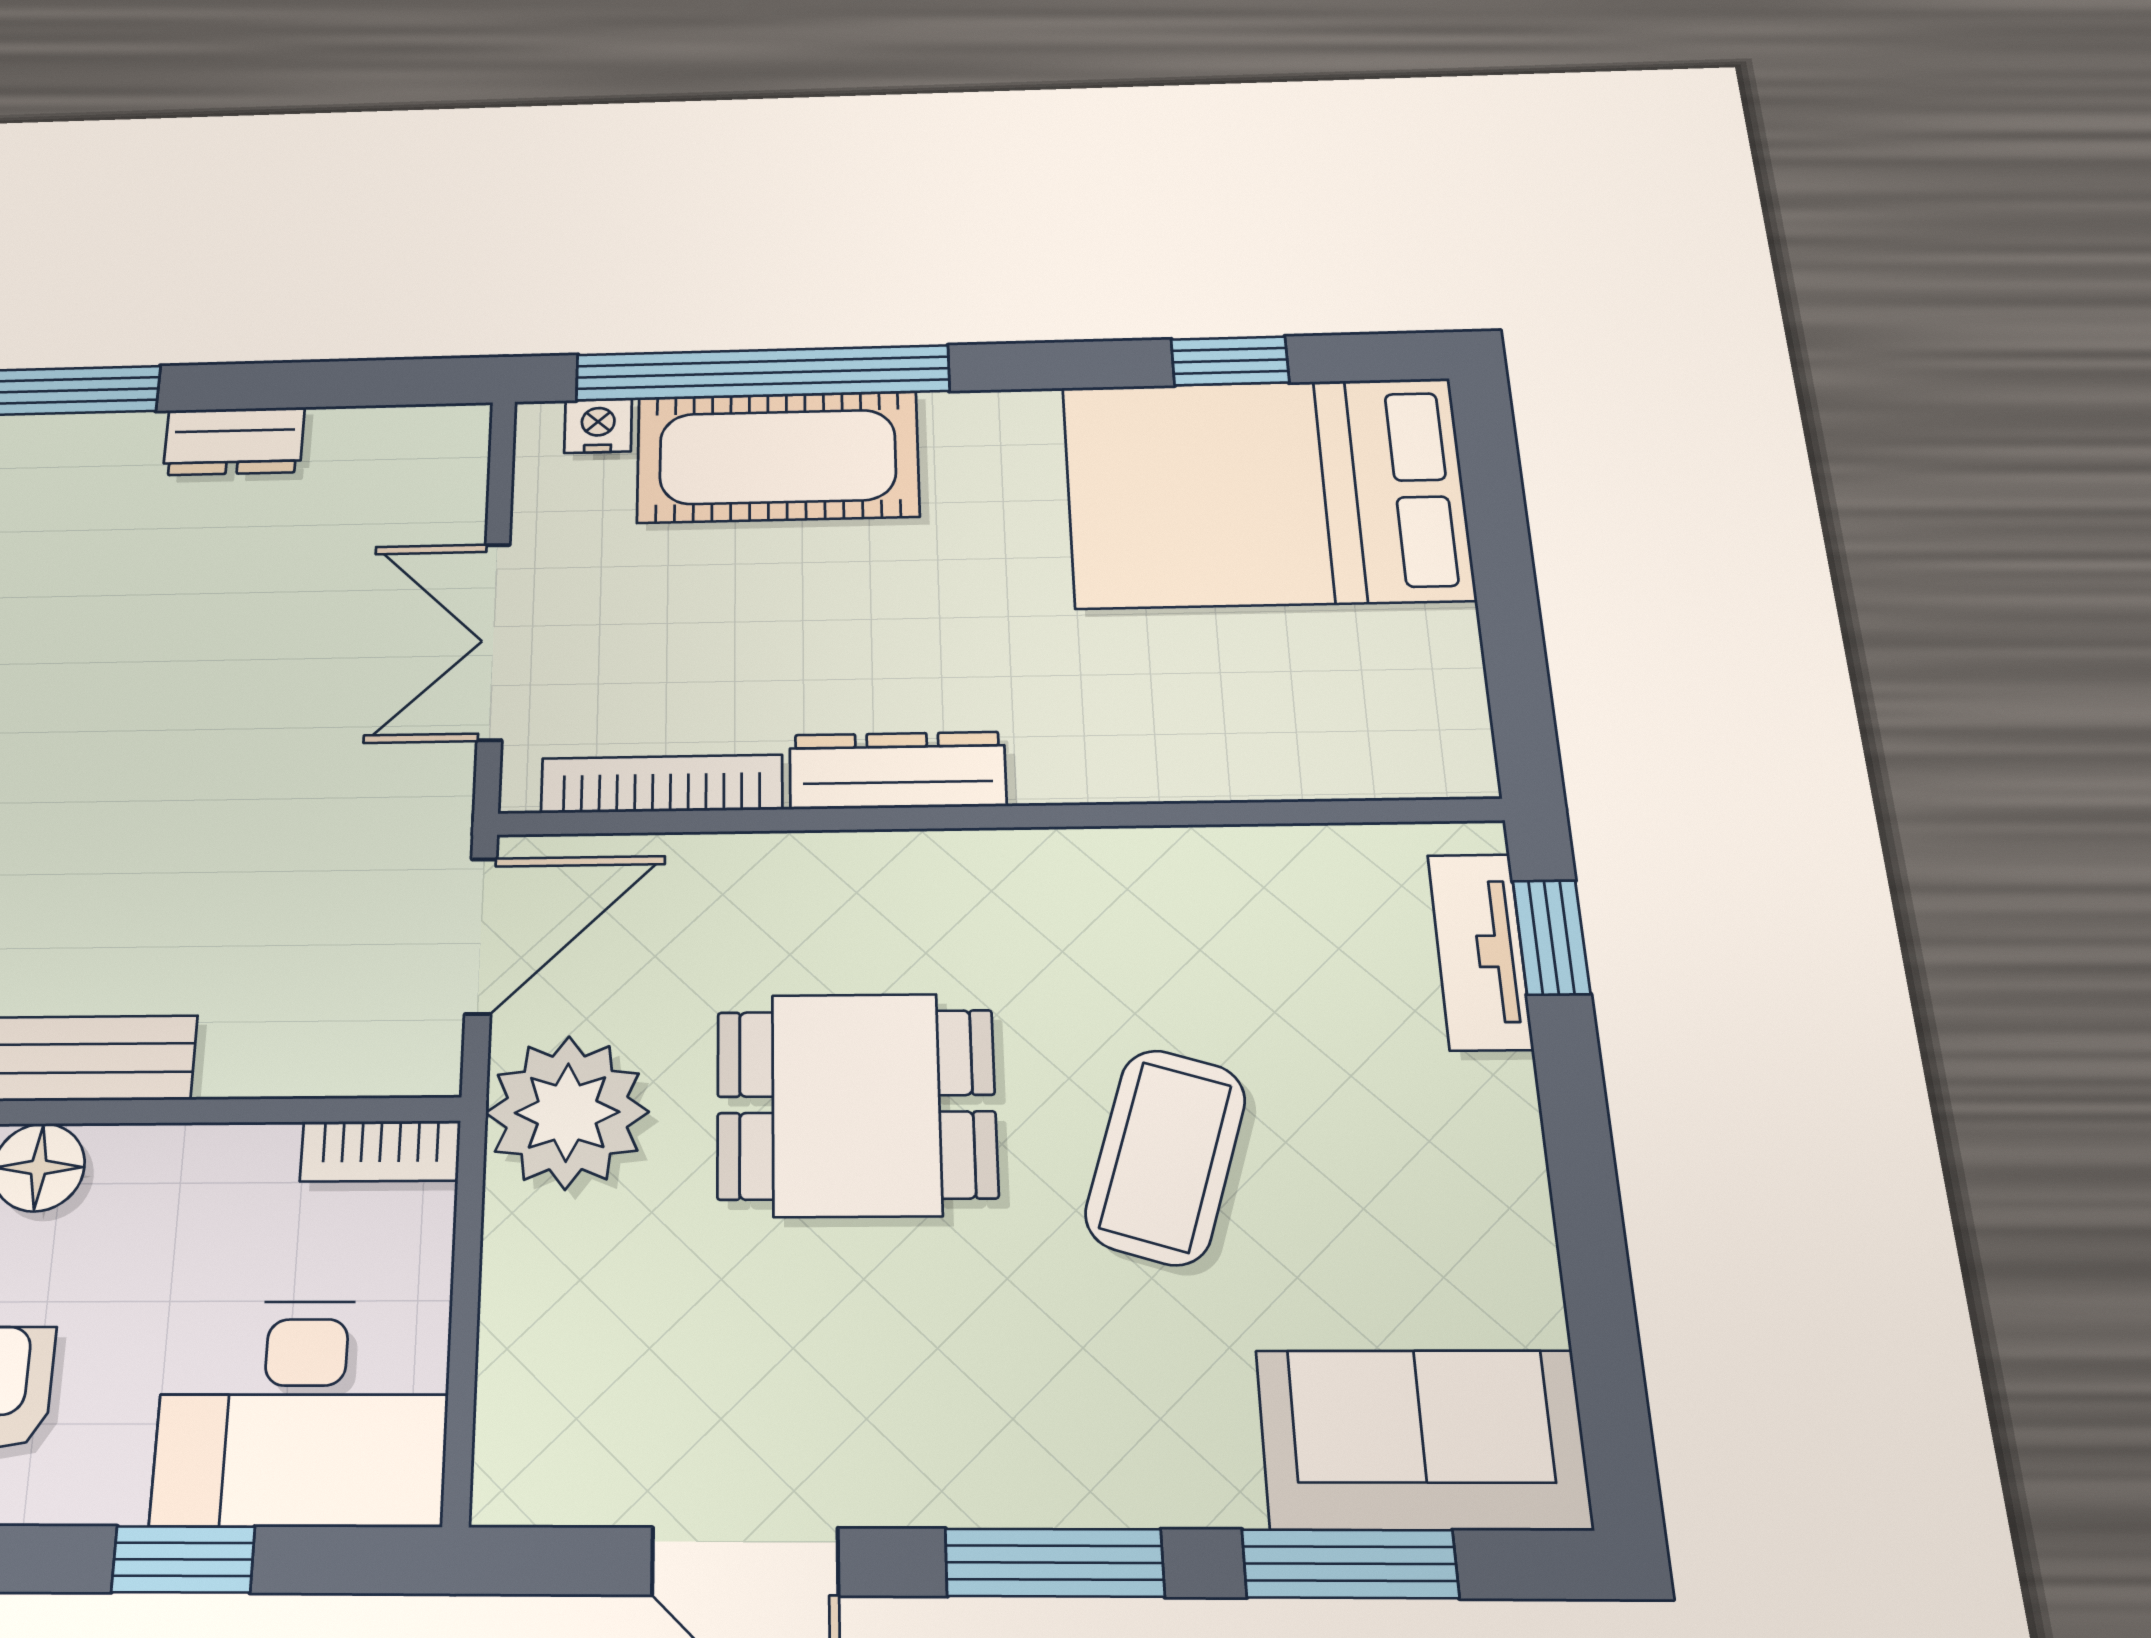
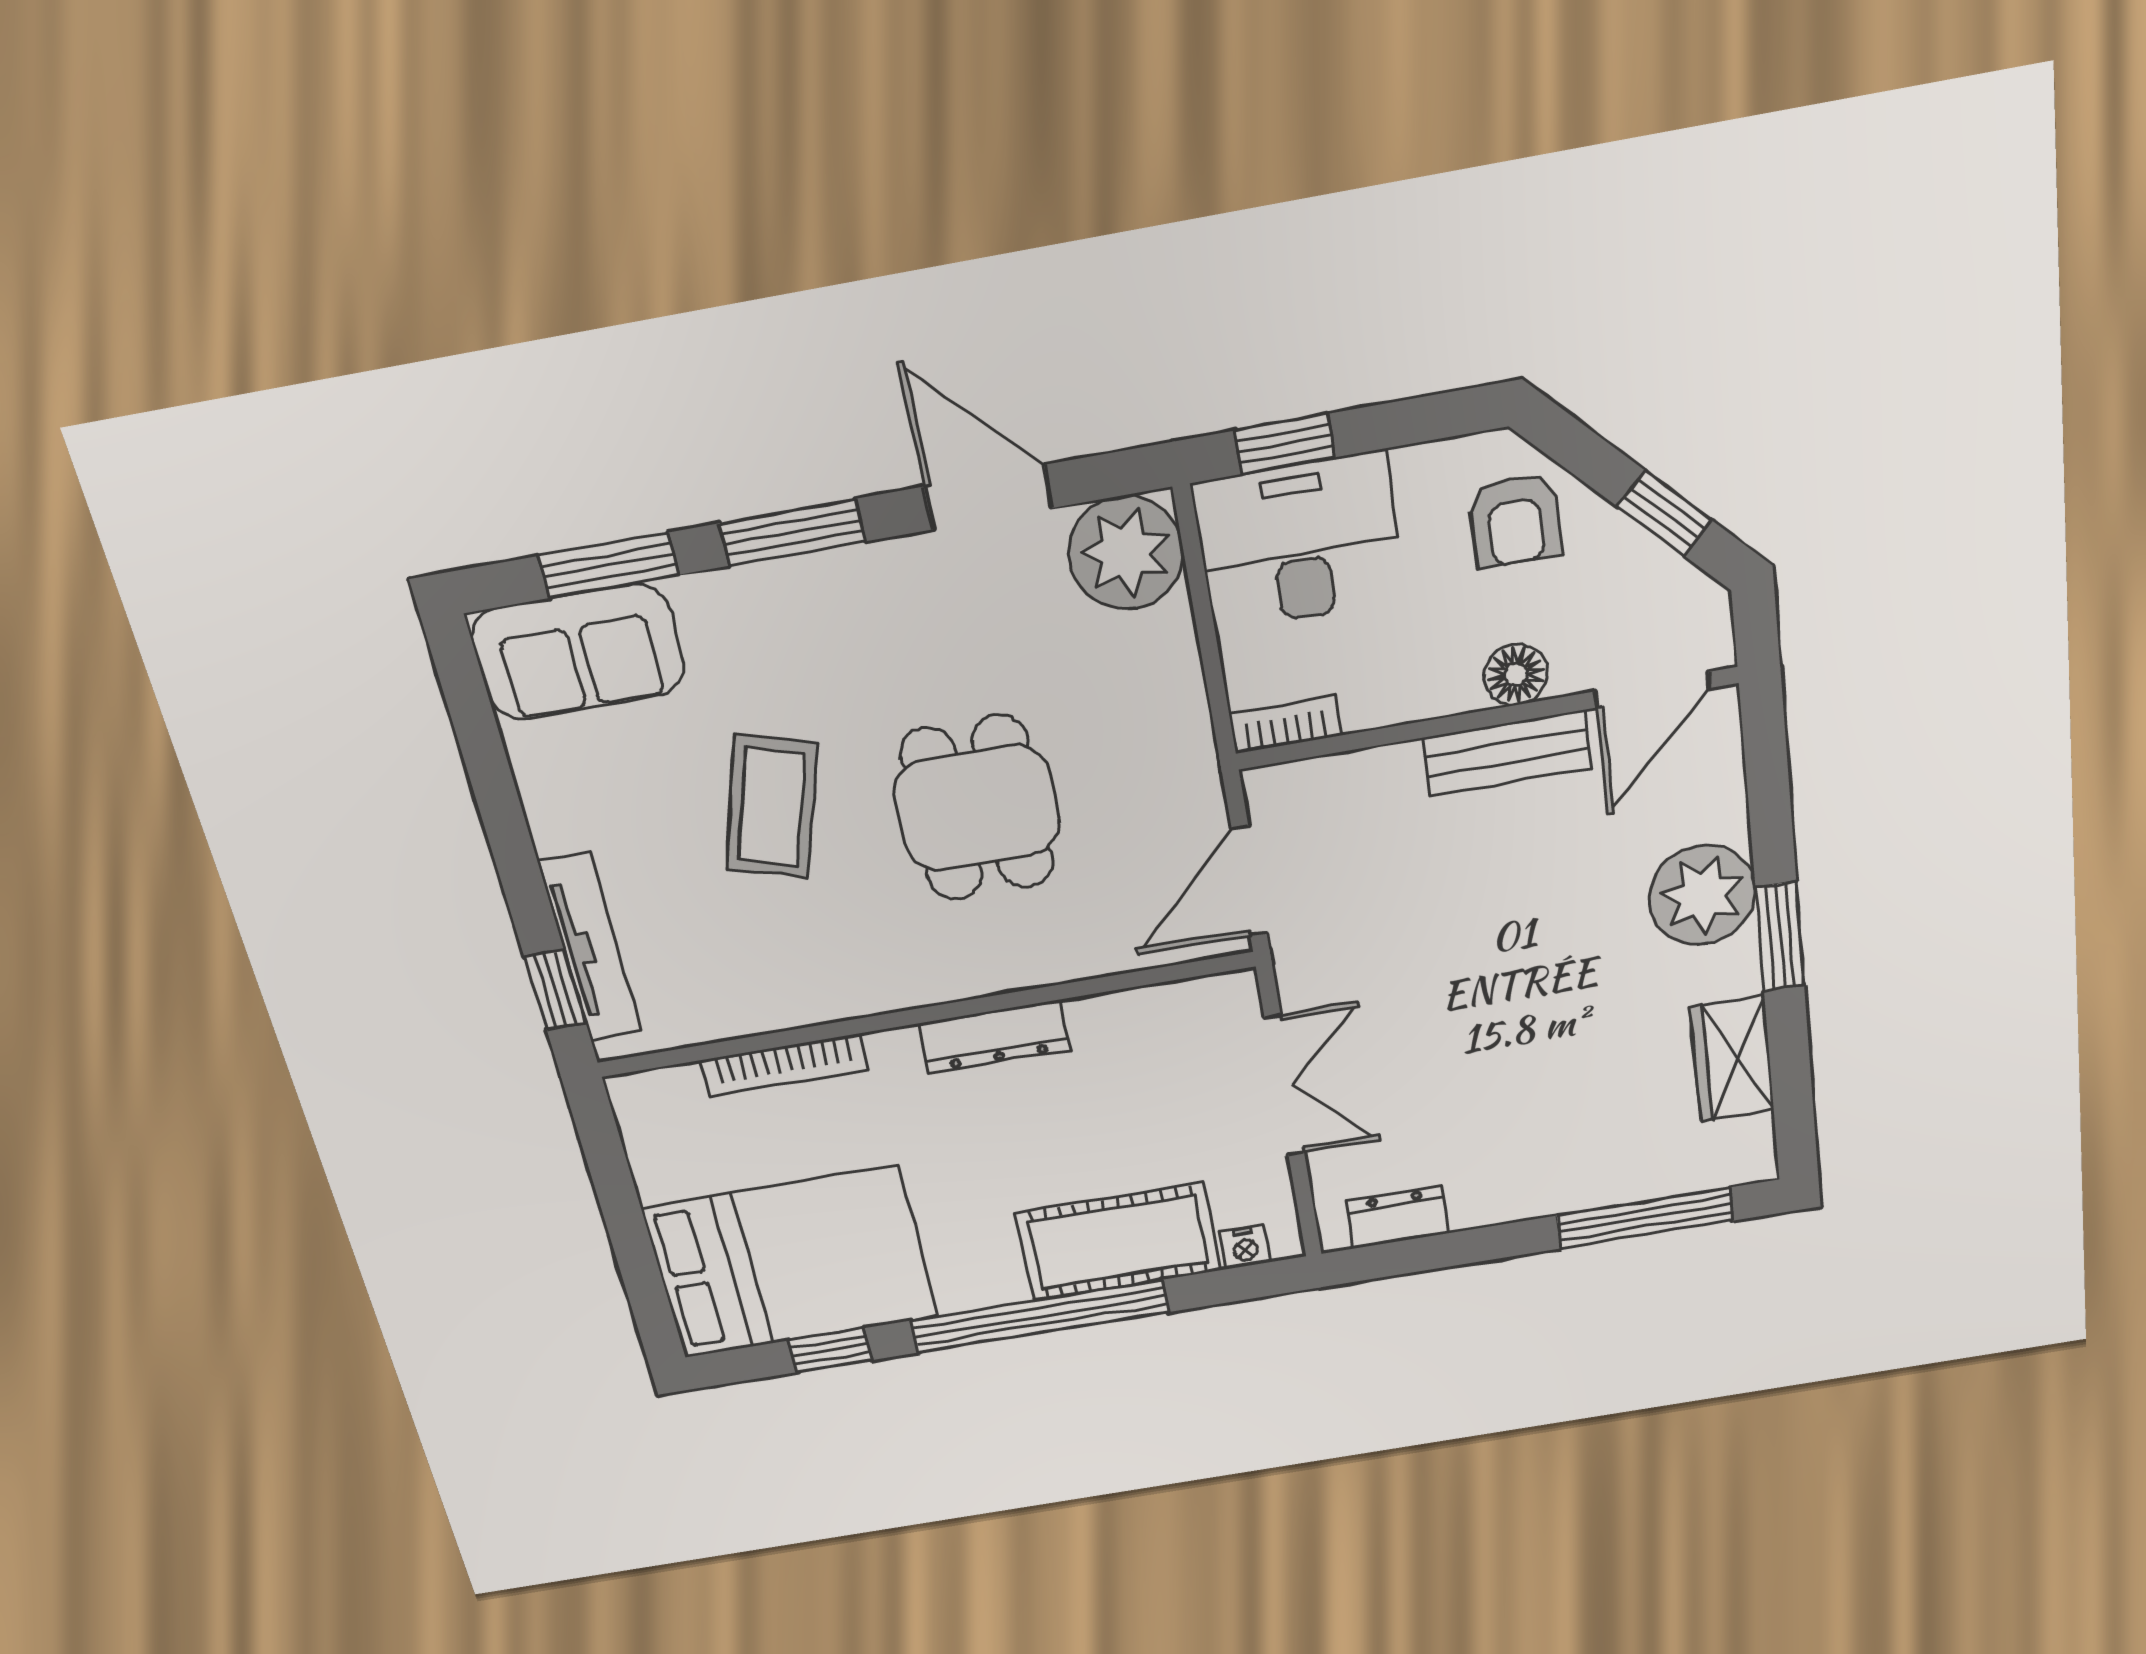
window: (762, 373) -> (1040, 1316), moved
dresser: (234, 441) -> (1397, 1218), moved
bookcase: (662, 784) -> (785, 1065), moved
tv unit: (1480, 951) -> (590, 948), width x1.41
dining table: (856, 1104) -> (977, 808), turned 90
plant: (567, 1112) -> (1126, 553), moved
window: (183, 1559) -> (1285, 444), moved

